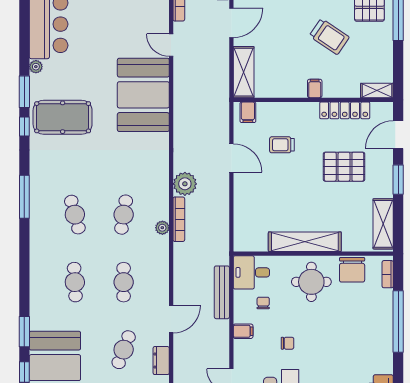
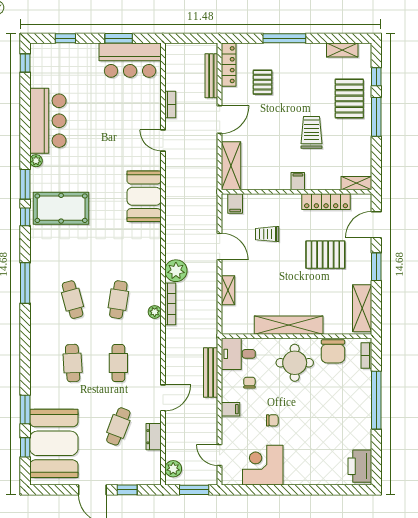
trolley: (329, 36) -> (312, 132), turned -124
booth: (143, 95) -> (144, 196), width x0.73, depth x0.70
shelving: (240, 205) -> (228, 290), added

